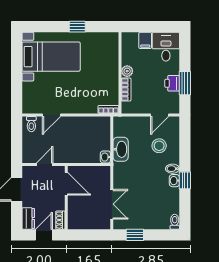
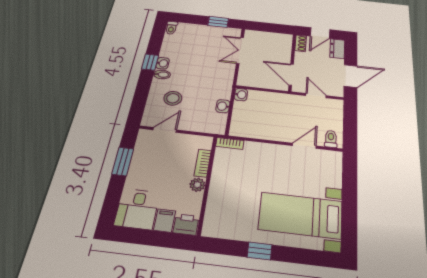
printer: (172, 83) -> (186, 224), moved, turned -90
washbasin: (121, 149) -> (223, 106), width x0.52, depth x0.69
door: (45, 165) -> (316, 96), swing flipped

